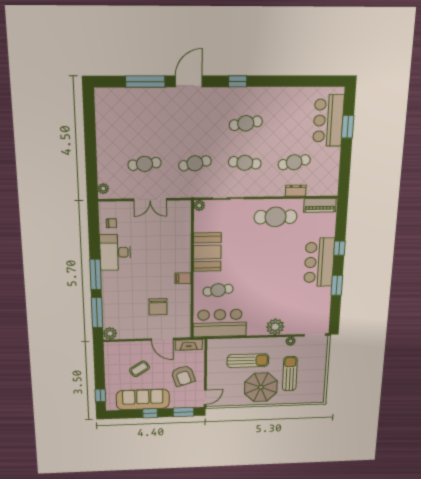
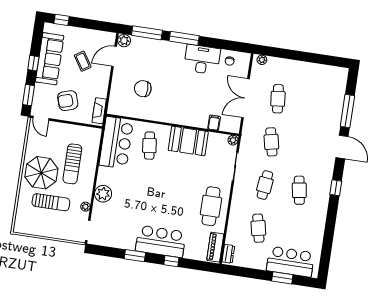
dresser: (296, 191) -> (228, 254), moved
double door: (150, 200) -> (245, 98), width x1.37
filing cabinet: (183, 278) -> (214, 123), moved
door: (162, 339) -> (114, 56), moved

